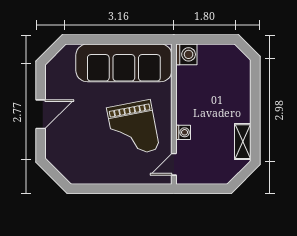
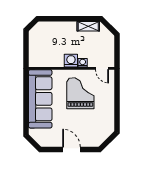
washing machine: (186, 54) -> (71, 61), moved
grand piano: (133, 129) -> (80, 93), turned -79

